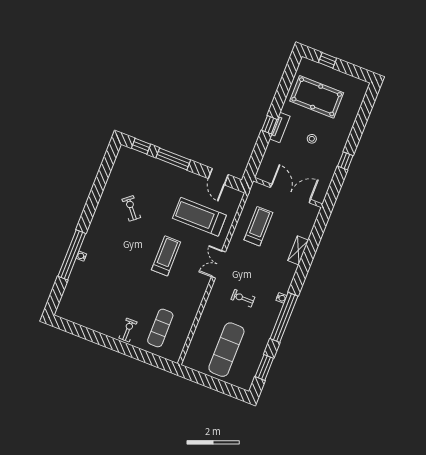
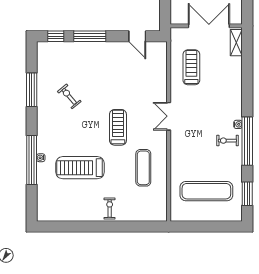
window: (98, 188) -> (32, 90), added
treadmill: (199, 217) -> (80, 168), moved
shelving: (298, 250) -> (236, 43), moved
exercise bike: (243, 298) -> (227, 141), moved
exercise mat: (160, 328) -> (143, 168), moved
exercise mat: (226, 350) -> (206, 191), turned 90

